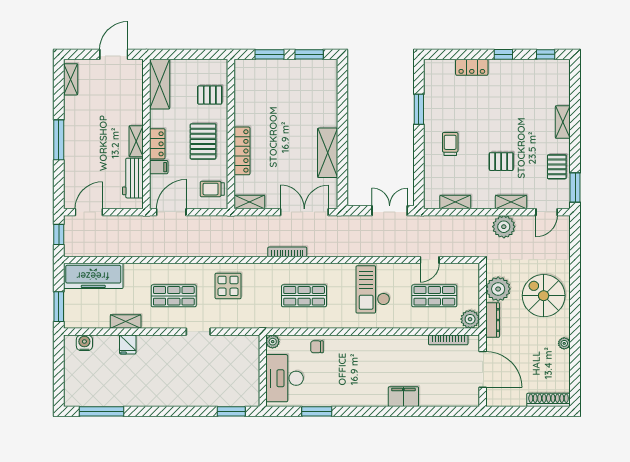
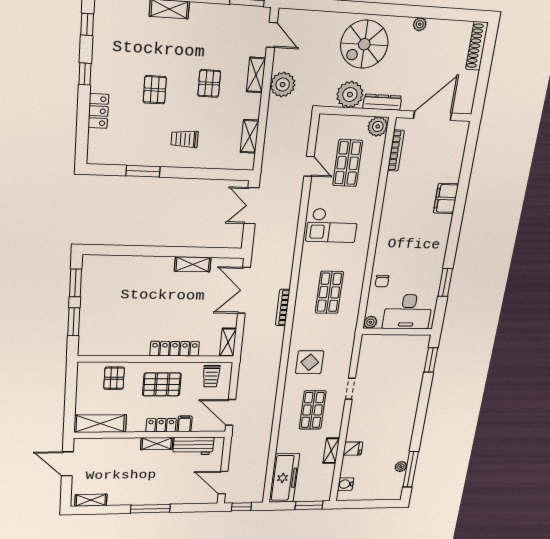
shelving: (328, 153) -> (193, 264), width x0.67, depth x0.75
pallet: (557, 167) -> (155, 90), moved, turned 90
plant: (105, 400) -> (401, 467), added

